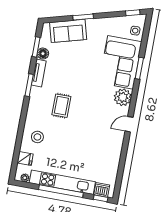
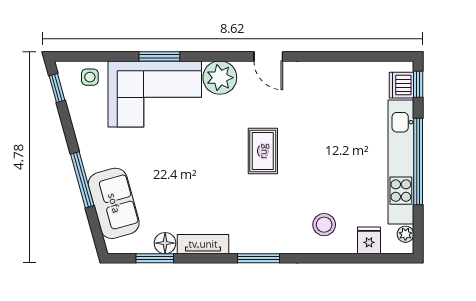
window: (83, 17) -> (82, 180), width x1.44
window: (29, 85) -> (259, 258), moved
rug: (61, 106) -> (263, 151), moved, turned 90

